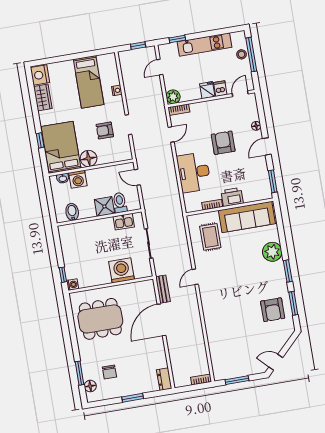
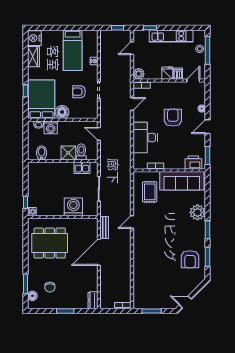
printer: (232, 197) -> (193, 163), moved

